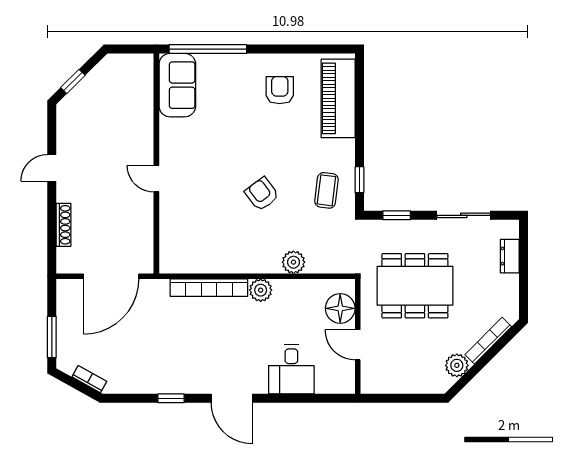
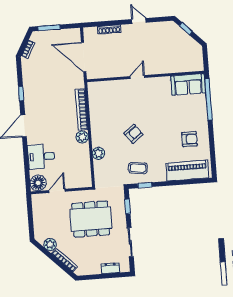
dining table: (415, 286) -> (91, 219), turned 90
floor lamp: (340, 308) -> (38, 183), moved

